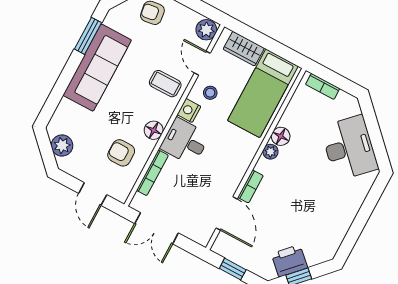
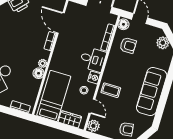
window: (88, 36) -> (161, 109), removed
floor lamp: (154, 130) -> (123, 24), moved

